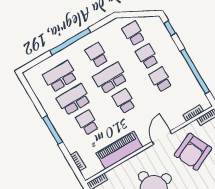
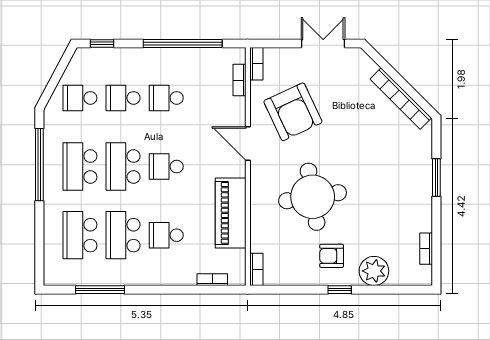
window: (70, 42) -> (39, 165), moved
school desk: (97, 55) -> (80, 167), width x1.85
window: (52, 130) -> (100, 290), moved

